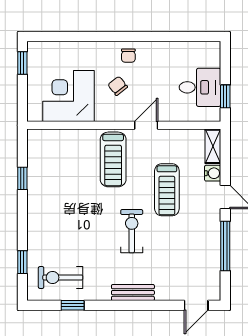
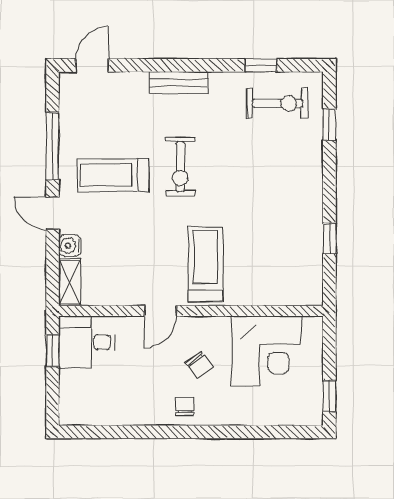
desk: (200, 87) -> (87, 342), moved
treadmill: (167, 190) -> (113, 175), moved, turned -90

